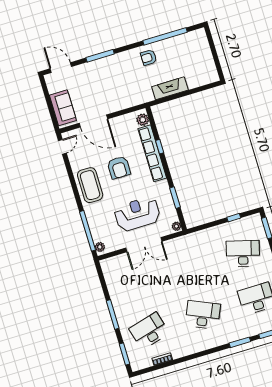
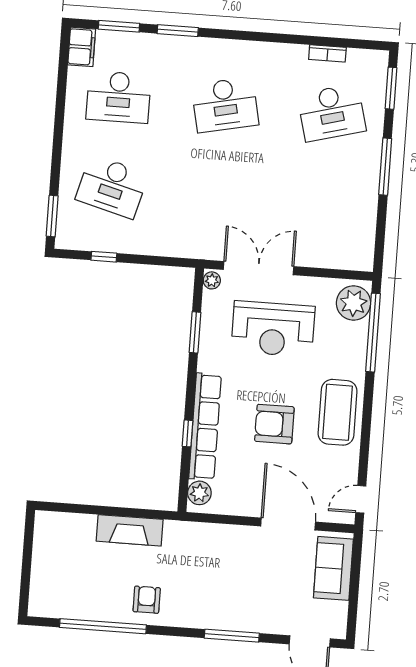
armchair: (149, 57) -> (147, 600), turned -90
armchair: (119, 167) -> (274, 424), turned -90
double door: (144, 245) -> (258, 268), moved
plant: (100, 247) -> (354, 303), width x1.88, depth x1.88
desk: (203, 315) -> (225, 105), turned -36

